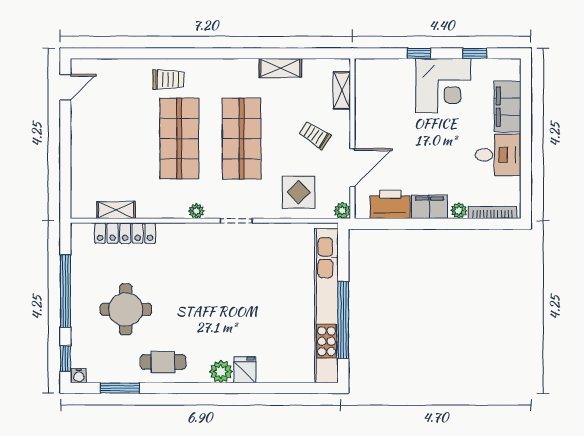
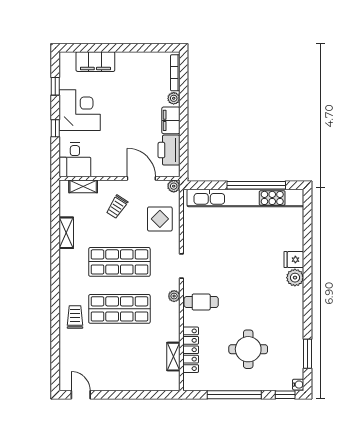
desk: (498, 155) -> (75, 160), moved, turned 180
cafe table: (163, 362) -> (201, 302), moved, turned 90

